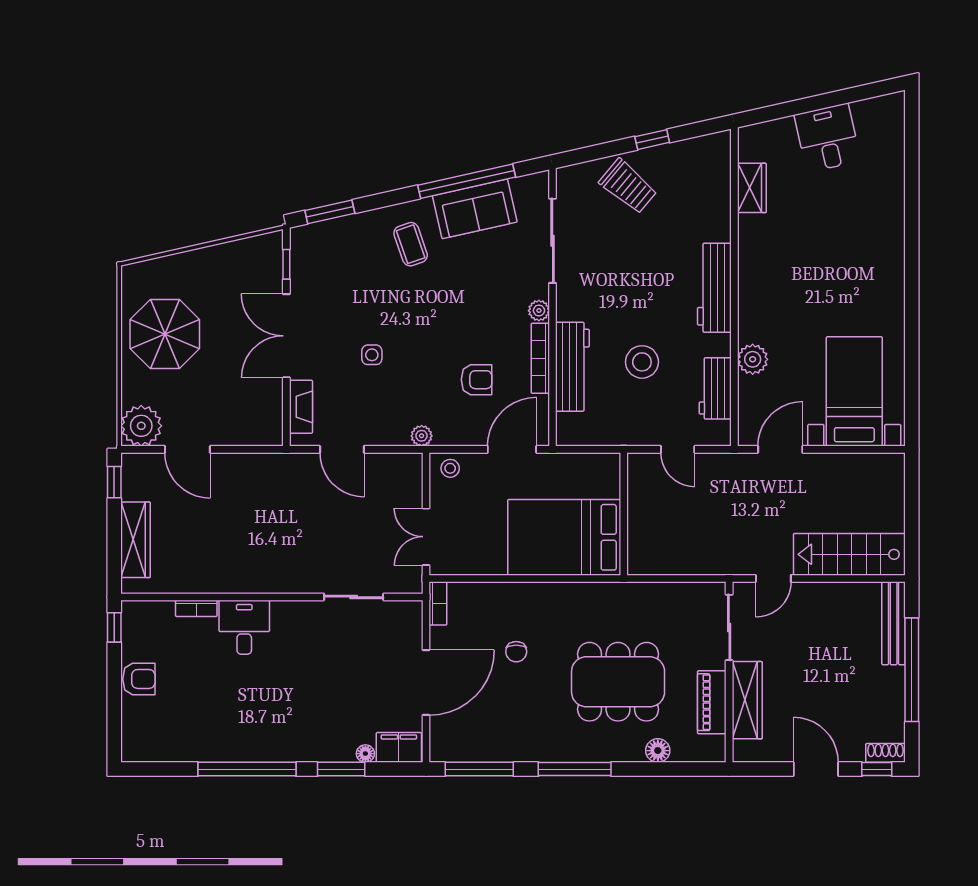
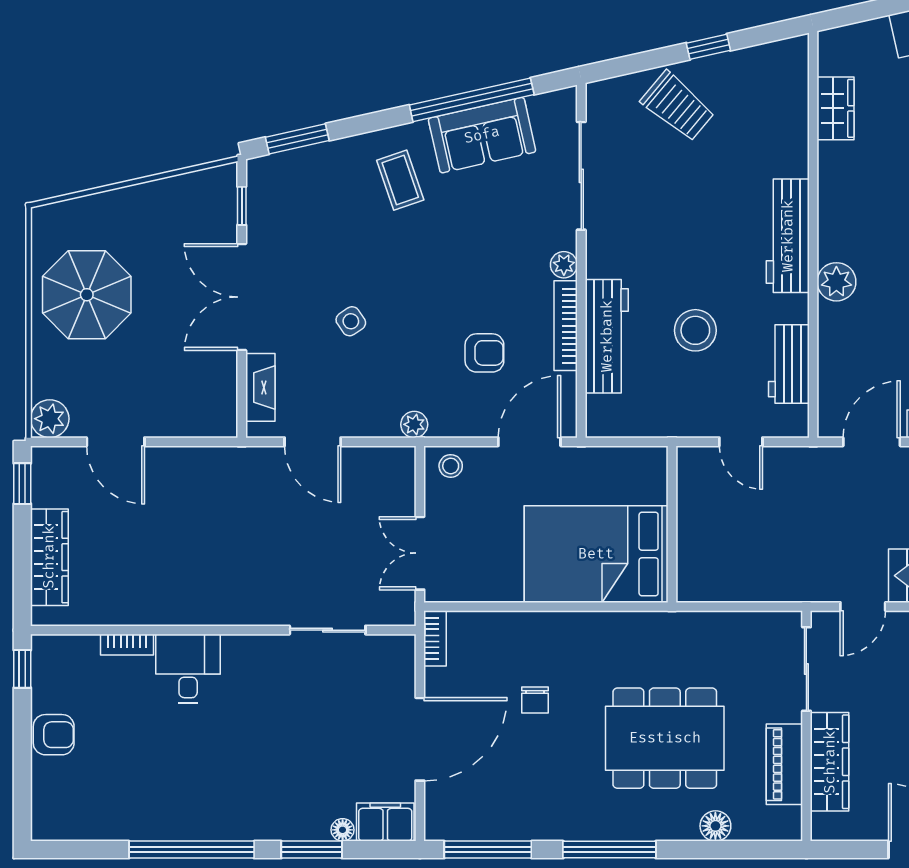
side table: (372, 355) -> (351, 321), turned -34
plant: (753, 359) -> (836, 282), moved
plant: (141, 426) -> (50, 419), width x0.73, depth x0.73

